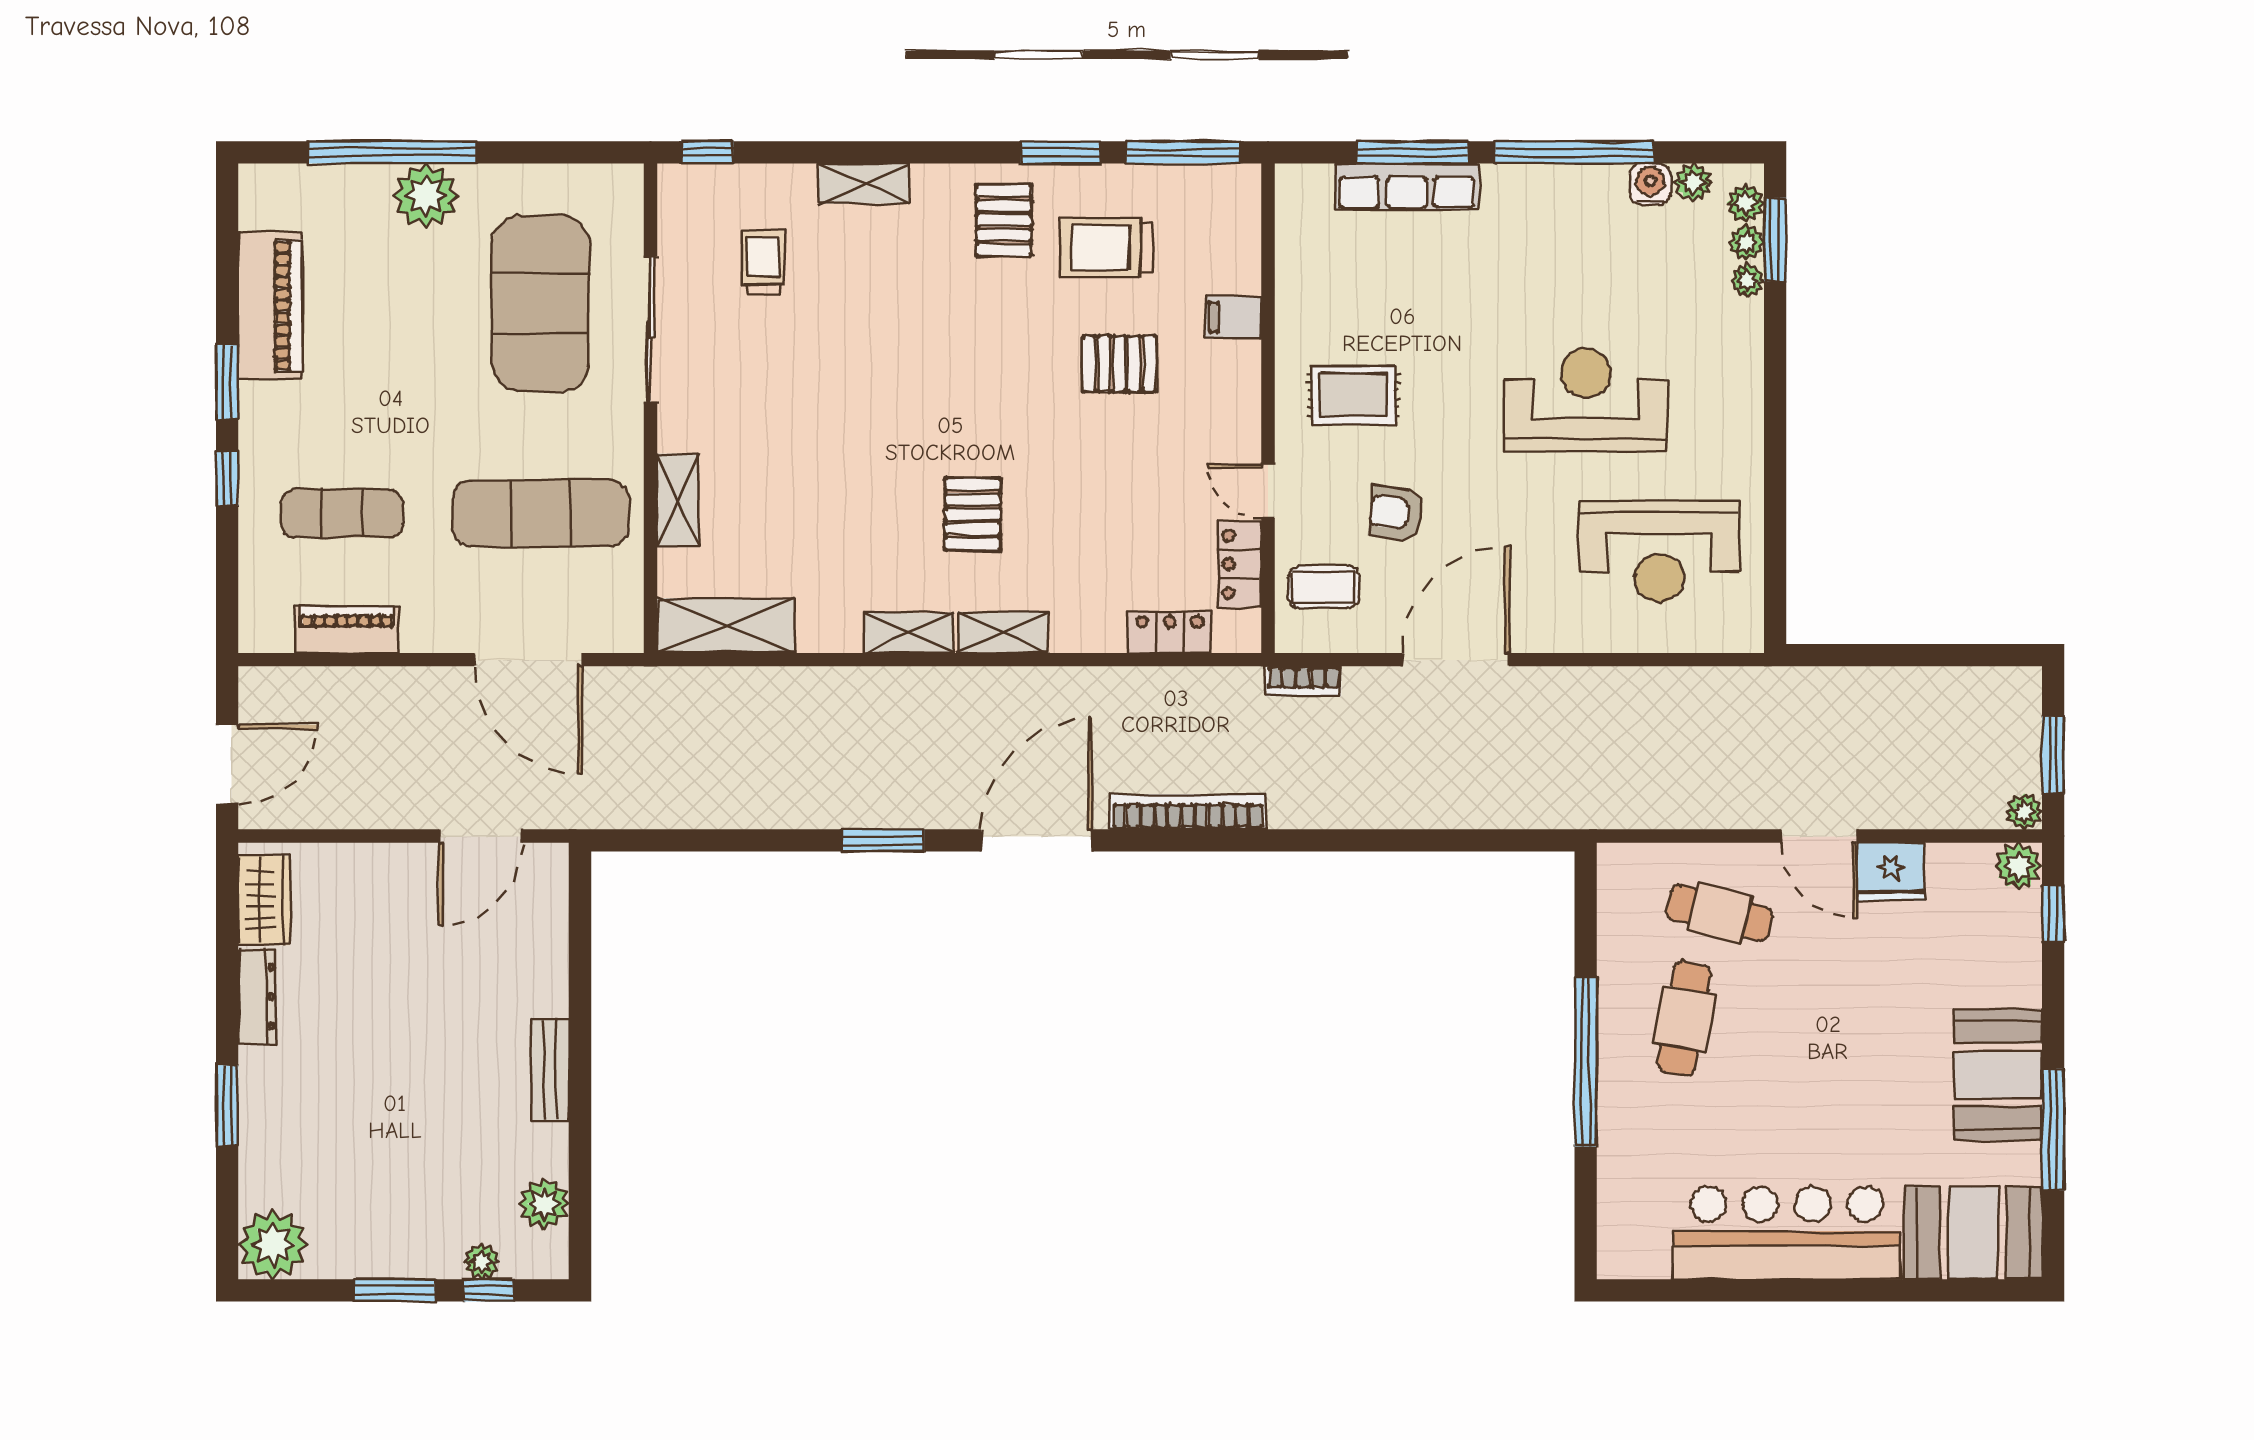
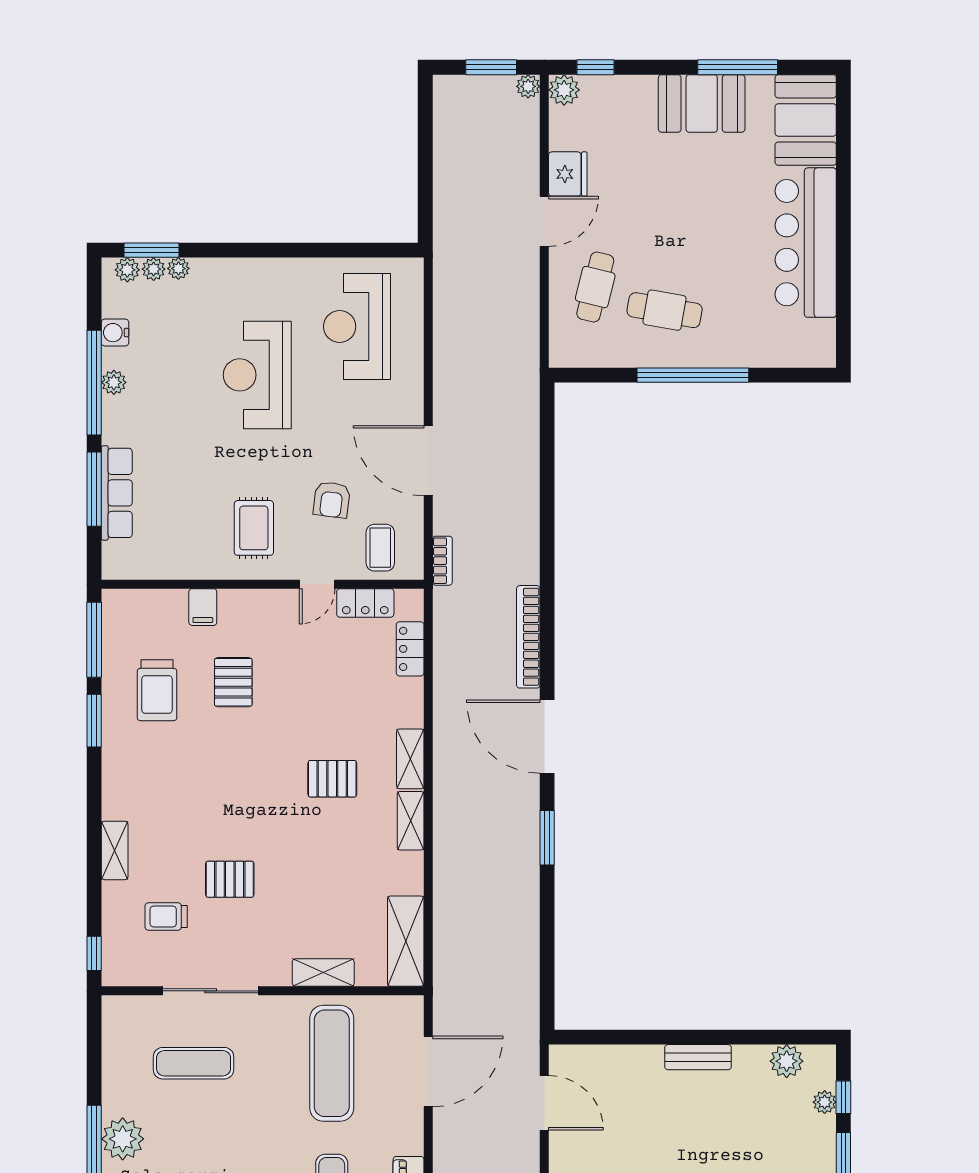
plant: (1693, 182) -> (114, 382), moved
pallet: (1004, 220) -> (230, 879), moved
exercise mat: (541, 303) -> (194, 1063), width x0.50, depth x0.69
reception desk: (1659, 552) -> (357, 327), turned 180

